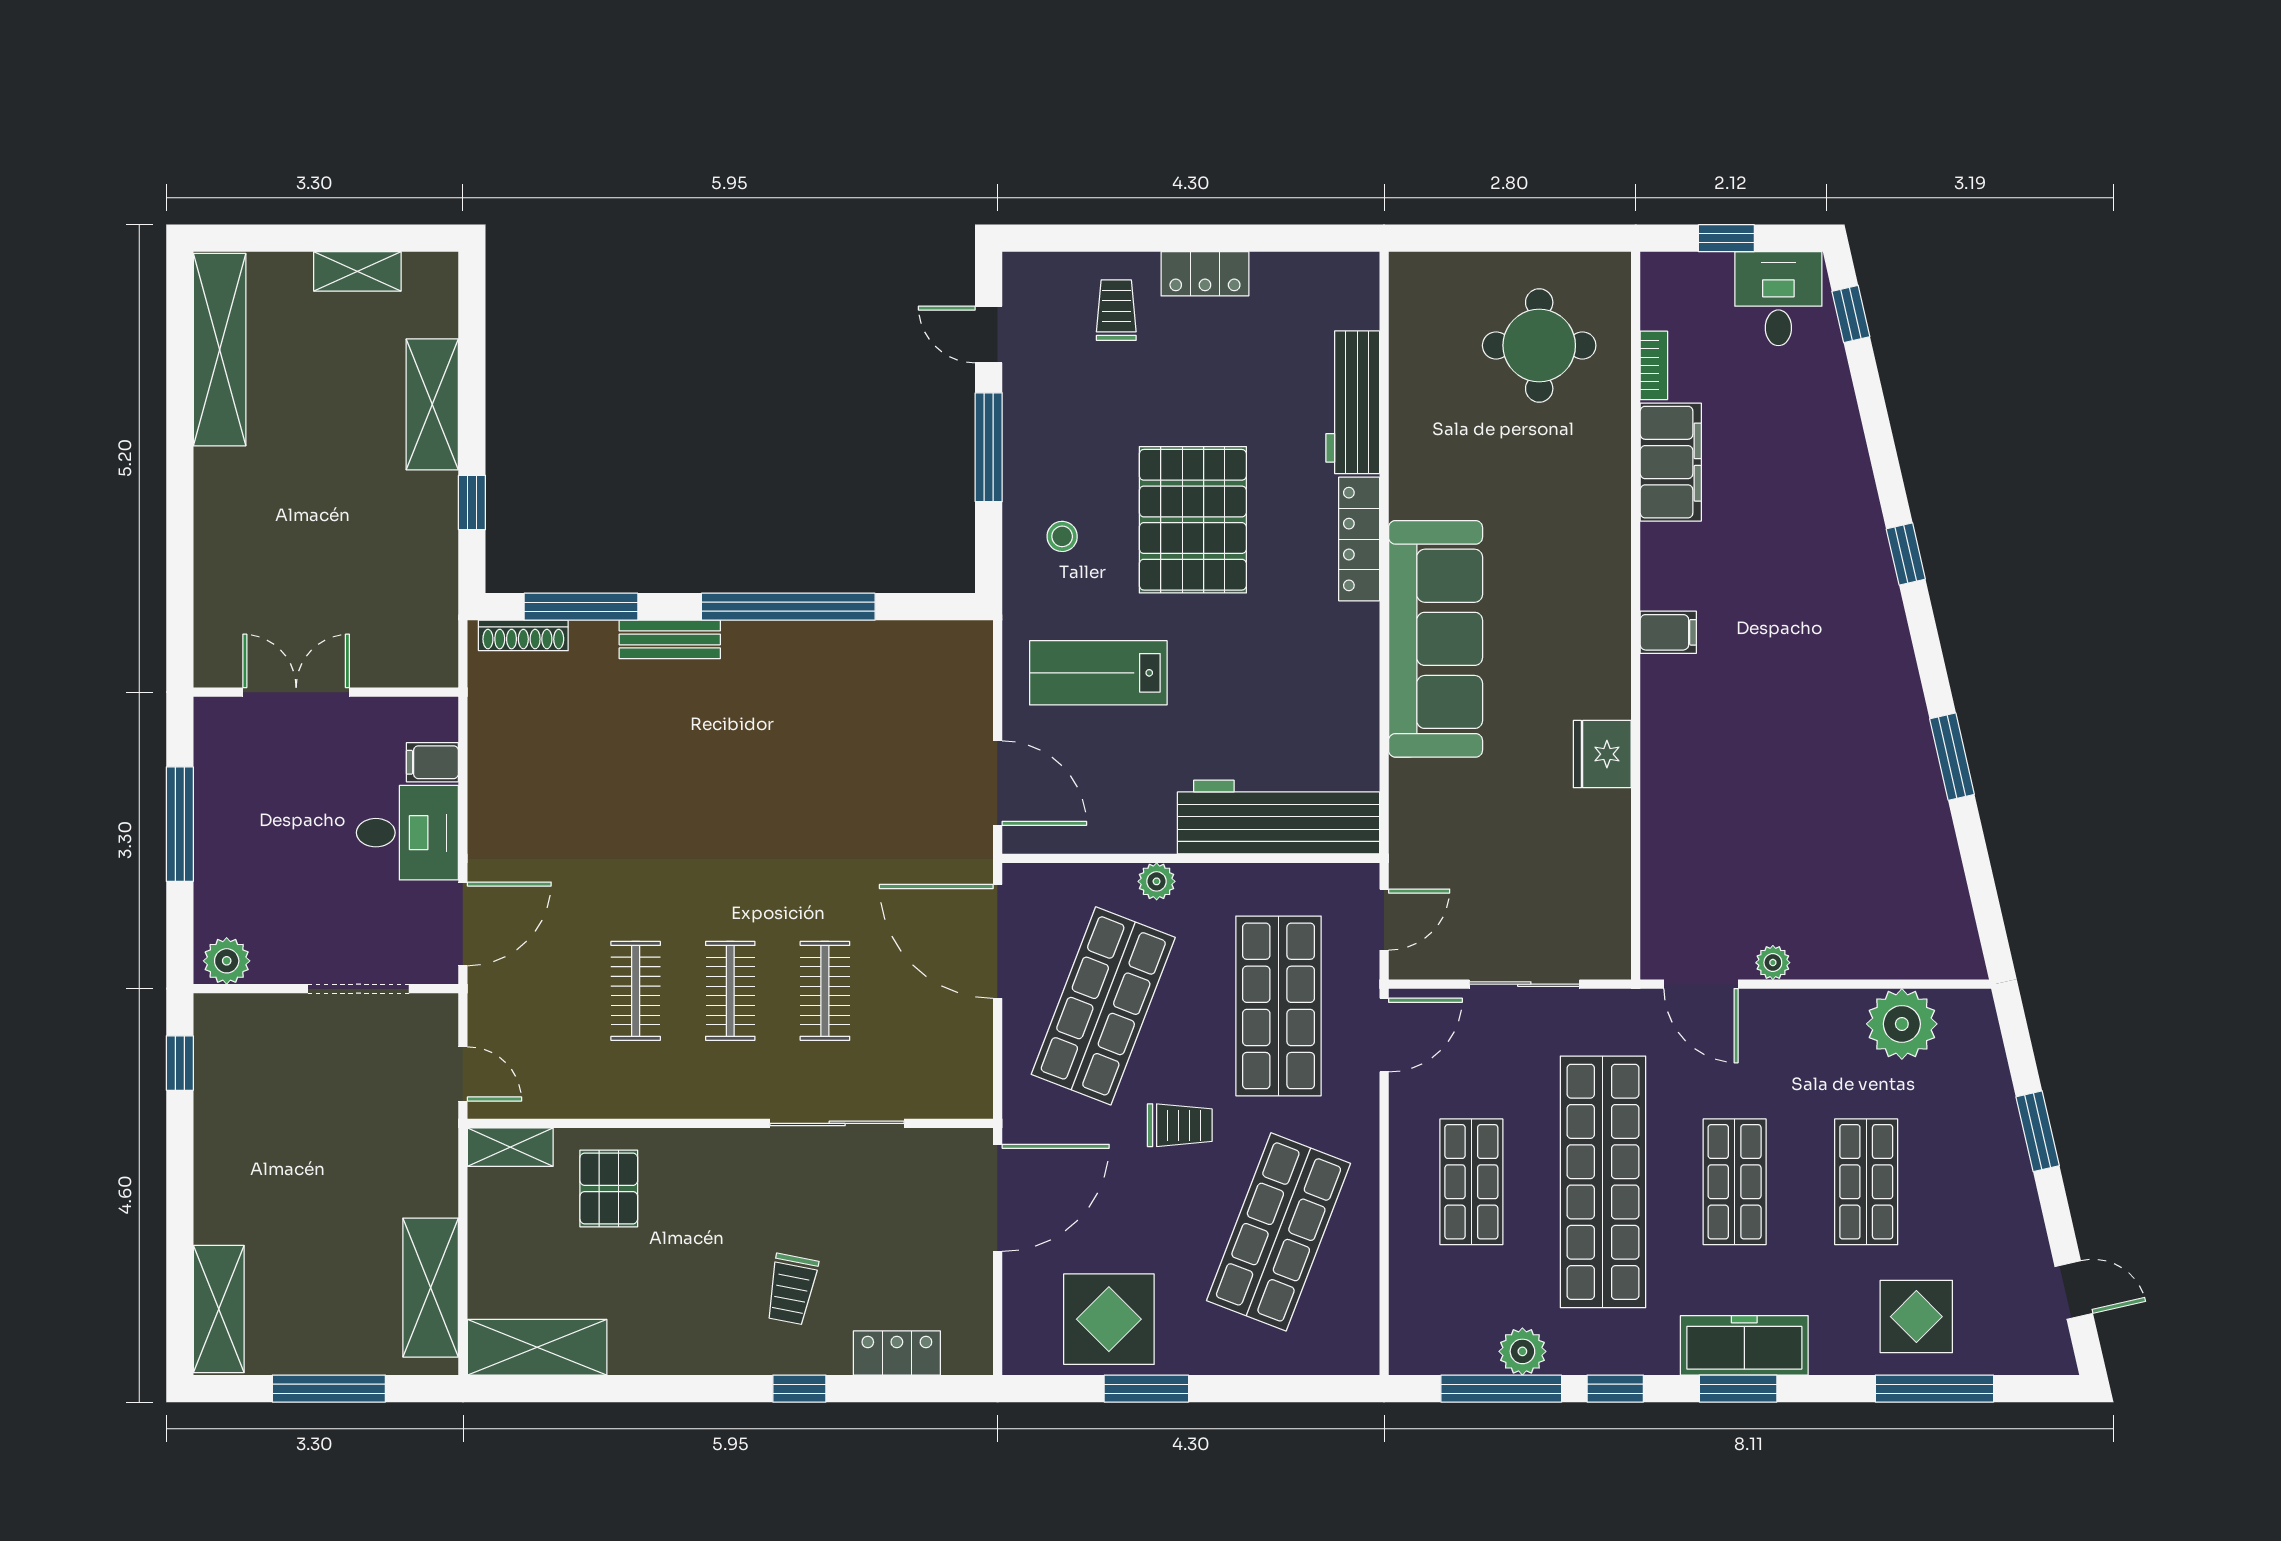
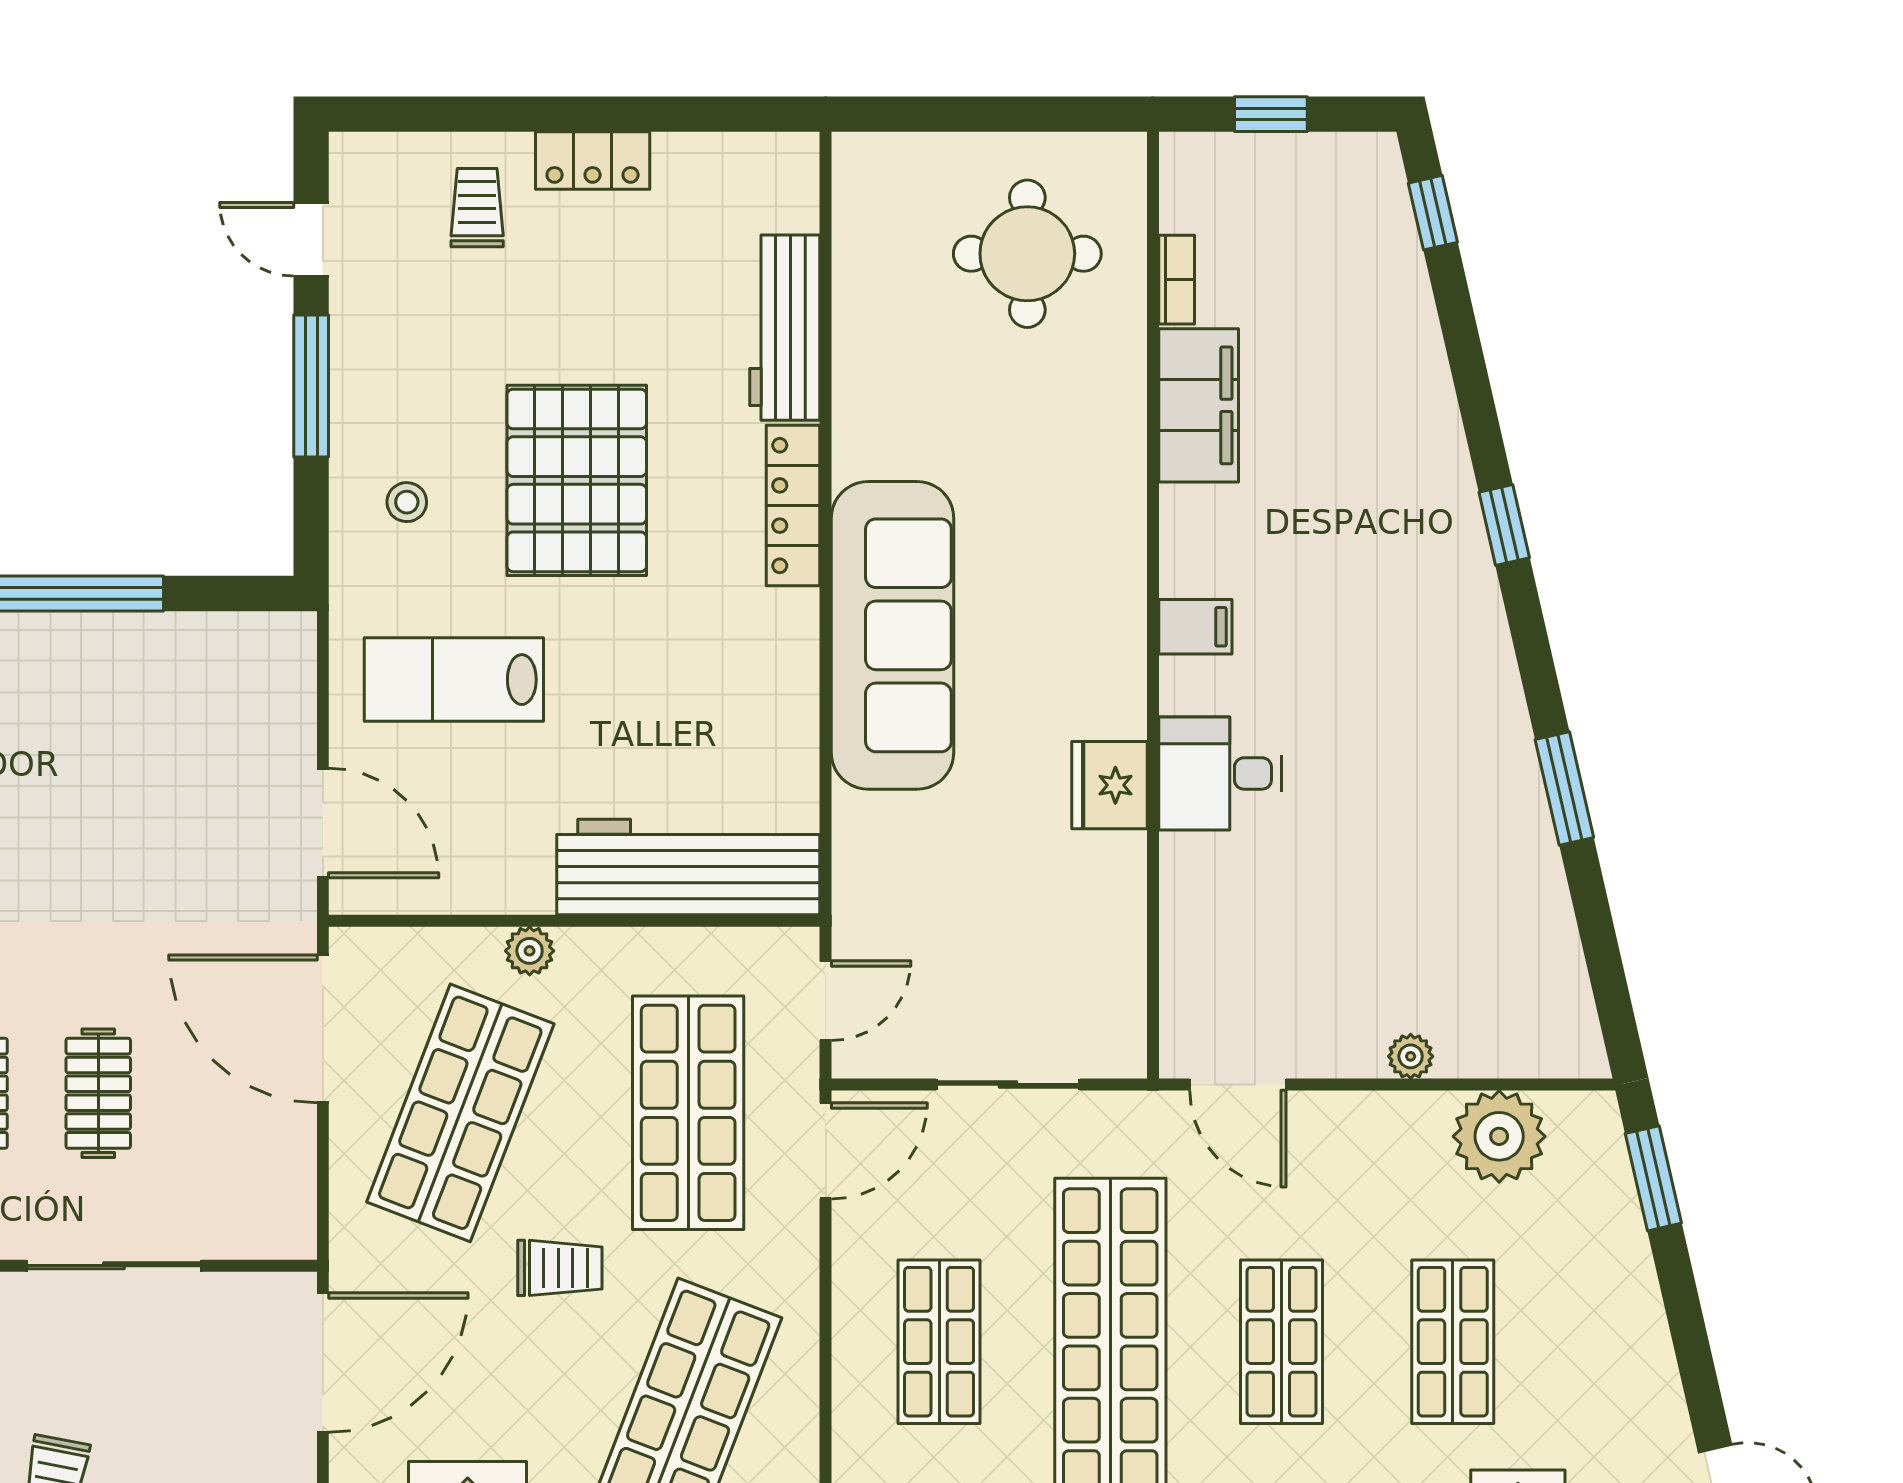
desk: (1778, 299) -> (1220, 773), moved, turned -90
plant: (1773, 963) -> (1411, 1056), moved
window: (2038, 1131) -> (1653, 1178), moved

